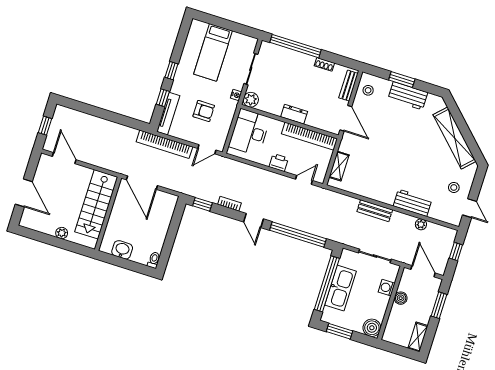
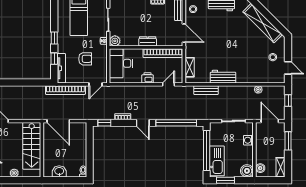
workbench: (413, 203) -> (223, 77), moved
bench: (375, 211) -> (206, 90), moved
kitchen sink: (341, 288) -> (217, 161), moved
boiler: (401, 298) -> (260, 168), moved

